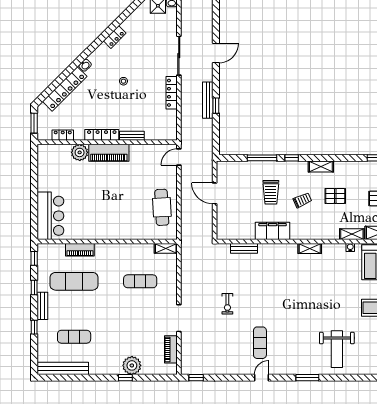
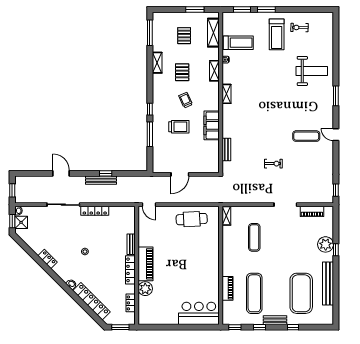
shelving: (321, 166) -> (157, 63), moved
shelving: (352, 234) -> (214, 71), moved
exercise mat: (74, 337) -> (301, 293), width x2.00, depth x1.45
bench: (63, 368) -> (328, 283), moved

